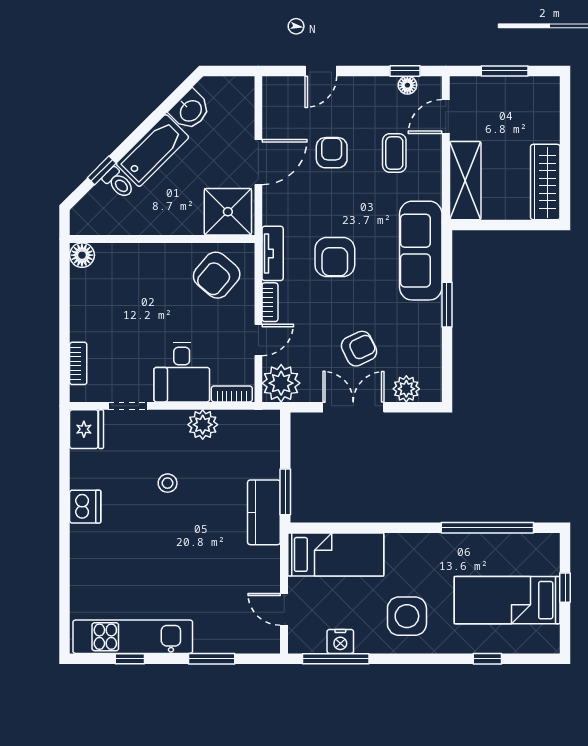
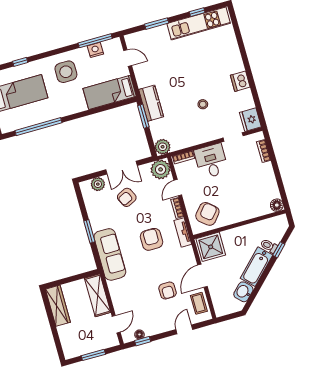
coffee table: (394, 153) -> (199, 303), moved
plant: (203, 425) -> (163, 147), moved

